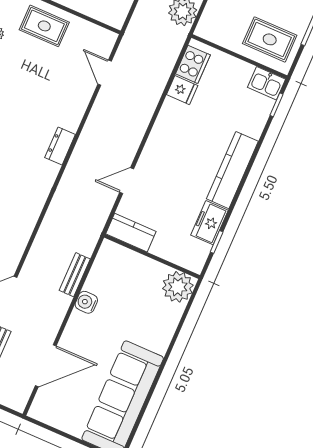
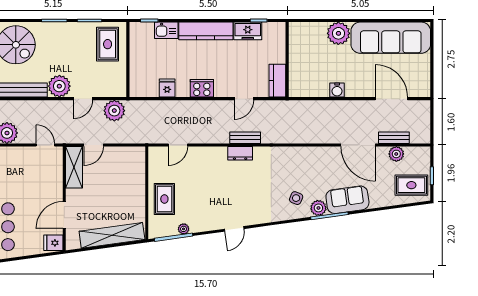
cooker: (193, 64) -> (202, 88), moved
kitchen sink: (267, 83) -> (166, 30), moved, turned 90
door: (127, 181) -> (244, 99), hinge flipped
bench: (75, 275) -> (245, 138), moved
plant: (178, 287) -> (338, 33), moved

